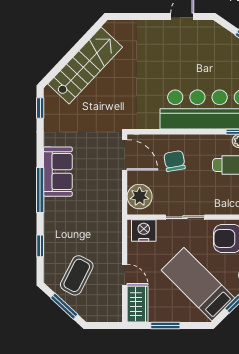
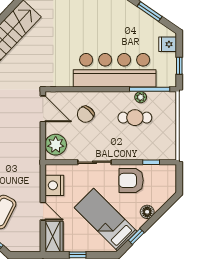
chair: (175, 161) -> (86, 114), turned -128
nightstand: (144, 231) -> (54, 185), moved, turned -90
window: (165, 326) -> (78, 255), width x0.67

